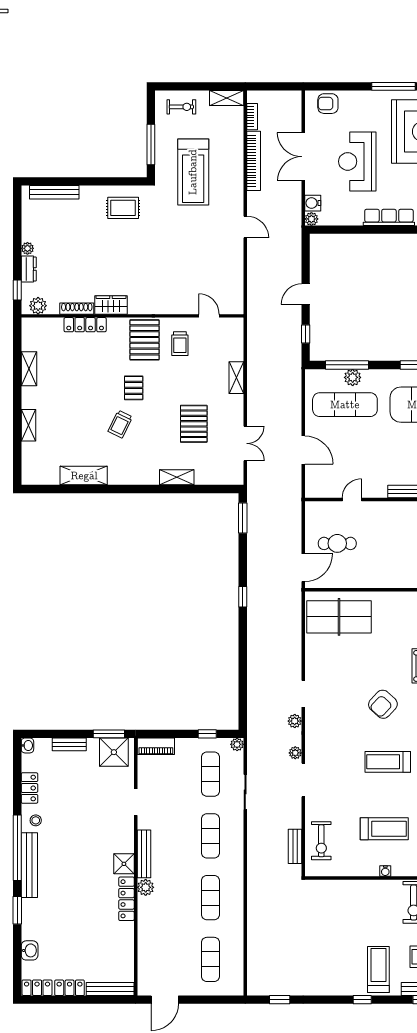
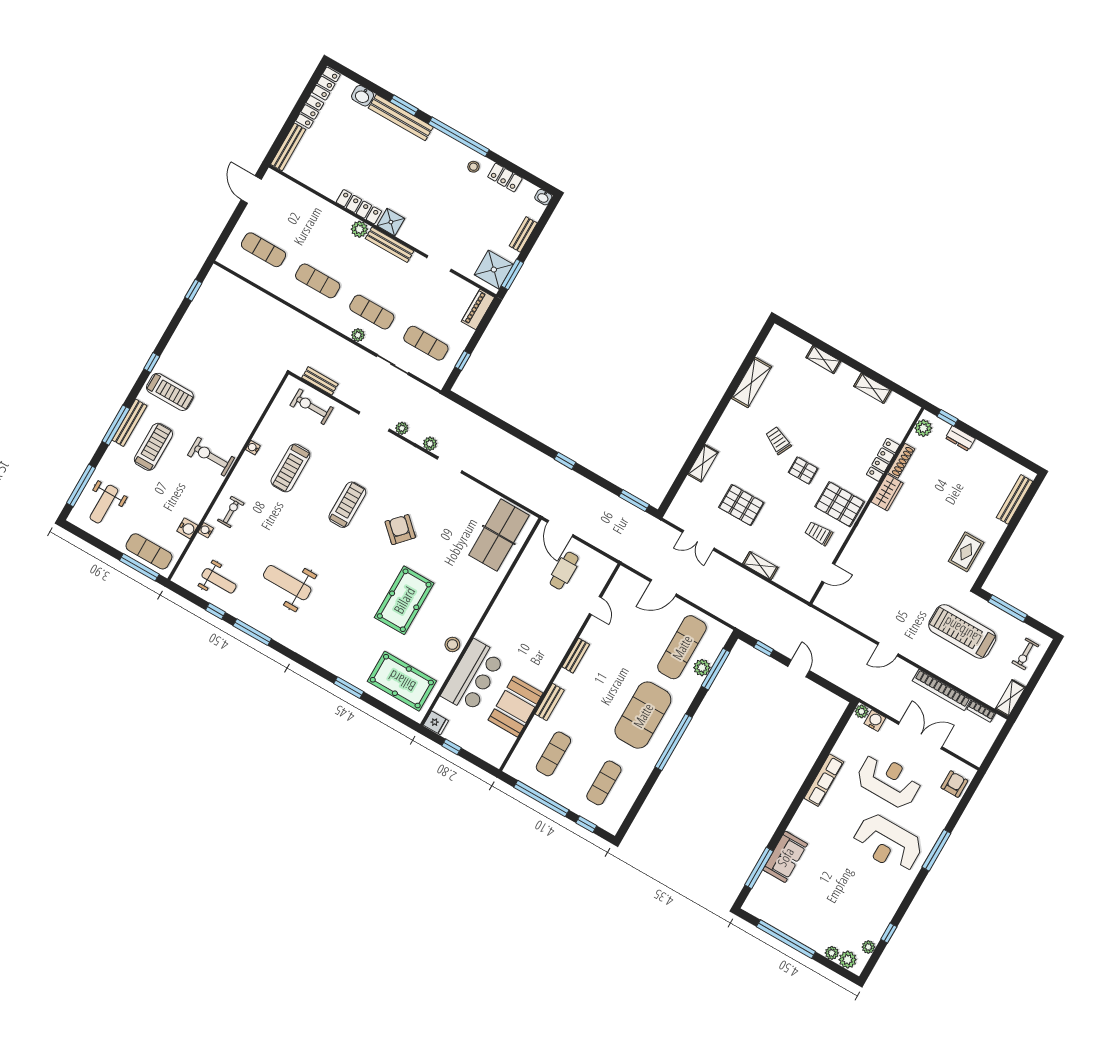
plant: (27, 248) -> (979, 448), removed
plant: (237, 744) -> (358, 335), moved
bench: (29, 865) -> (401, 118), moved

